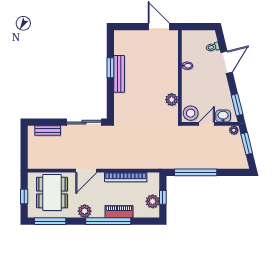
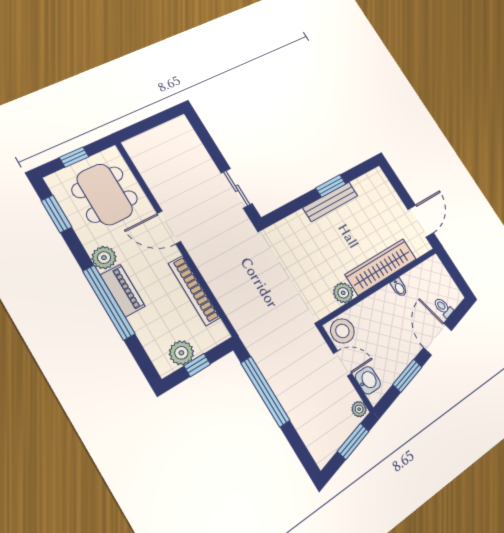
door: (227, 62) -> (438, 339), swing flipped
wardrobe: (170, 68) -> (381, 267), added
window: (237, 105) -> (407, 376), moved
sliding door: (84, 122) -> (237, 188), width x0.73
bench: (48, 131) -> (194, 144), removed
dining table: (52, 192) -> (105, 194), turned 90
piano: (119, 212) -> (123, 291), moved
window: (50, 221) -> (56, 214), width x0.69

